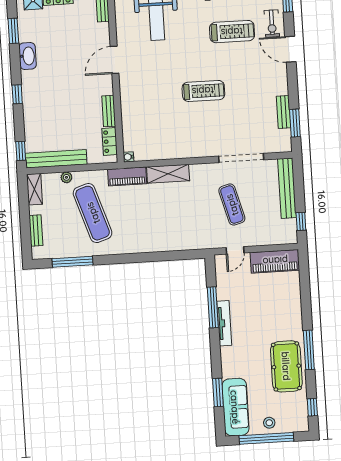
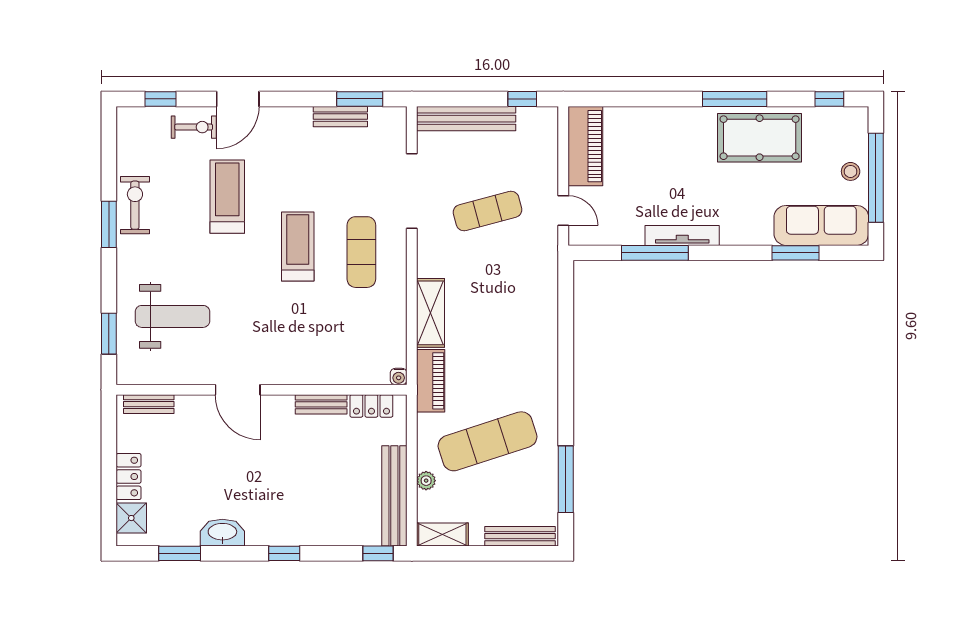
treadmill: (232, 32) -> (227, 197), moved
exercise mat: (202, 130) -> (361, 252), added
bench: (36, 231) -> (520, 536), width x1.36

